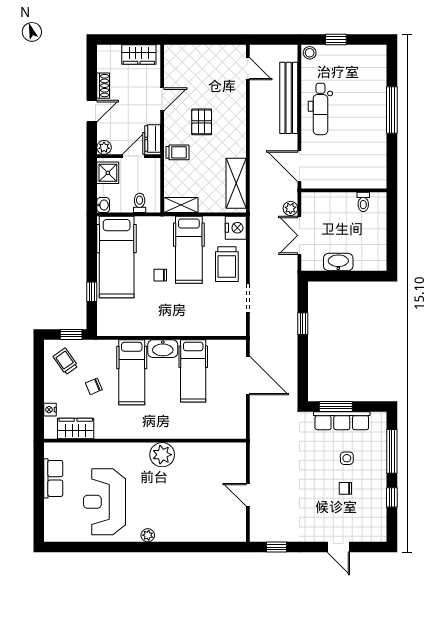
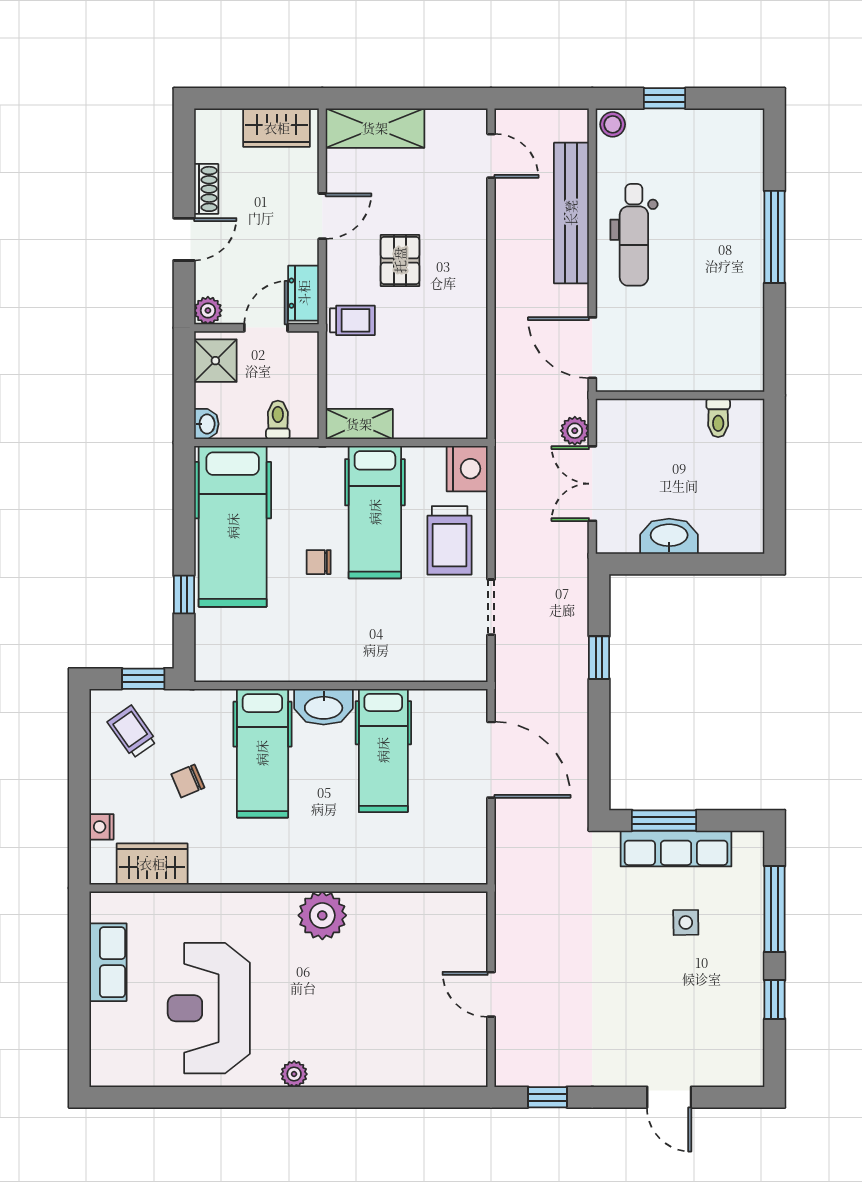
shelving: (236, 183) -> (375, 128), moved, turned 90
chair: (345, 488) -> (683, 982), removed

